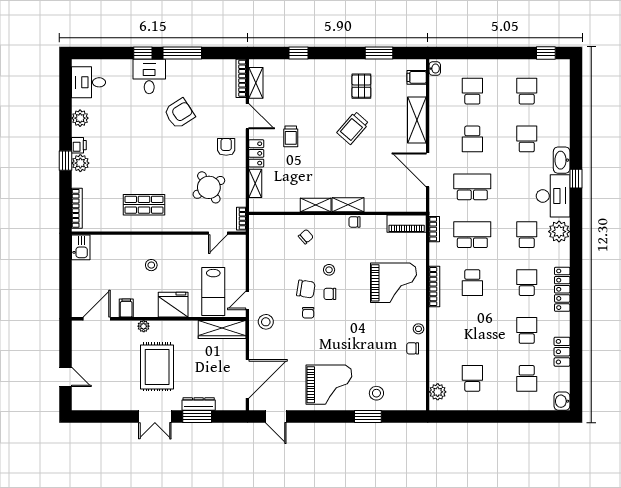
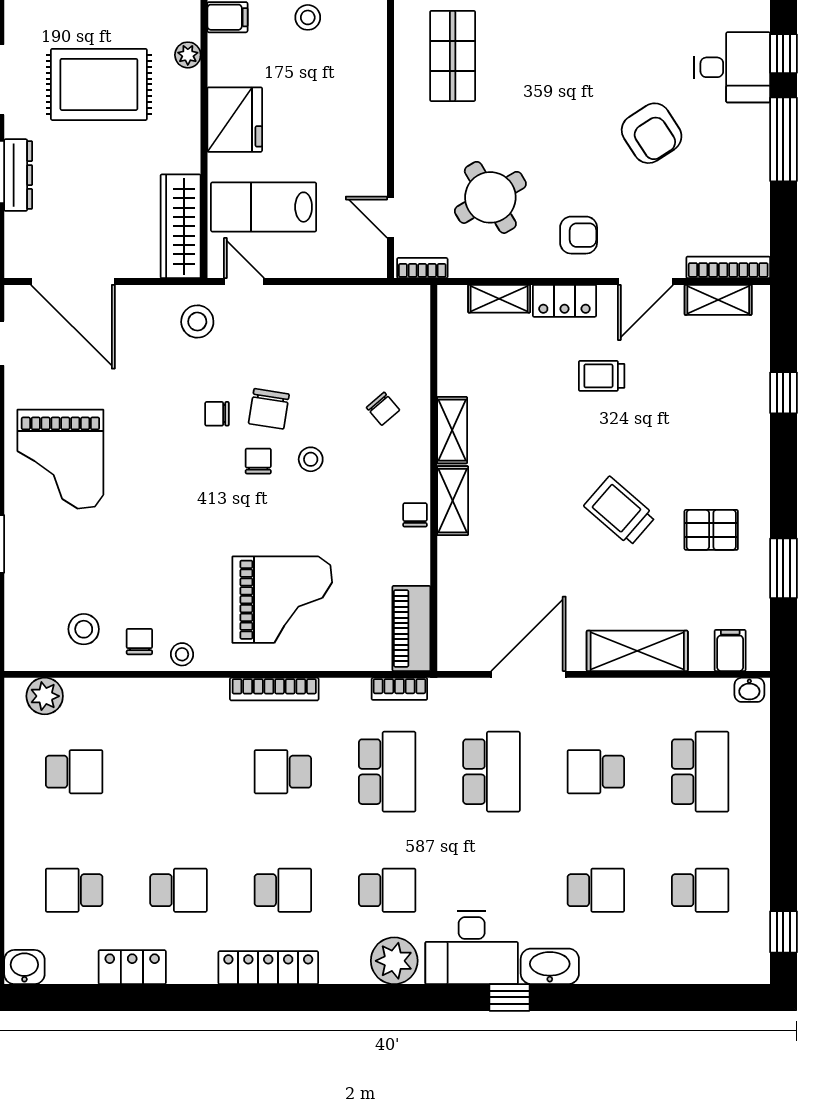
school desk: (472, 91) -> (700, 772), width x1.85
stool: (151, 265) -> (308, 17), moved
grand piano: (393, 283) -> (282, 600), turned -90
stool: (376, 393) -> (84, 629), moved

